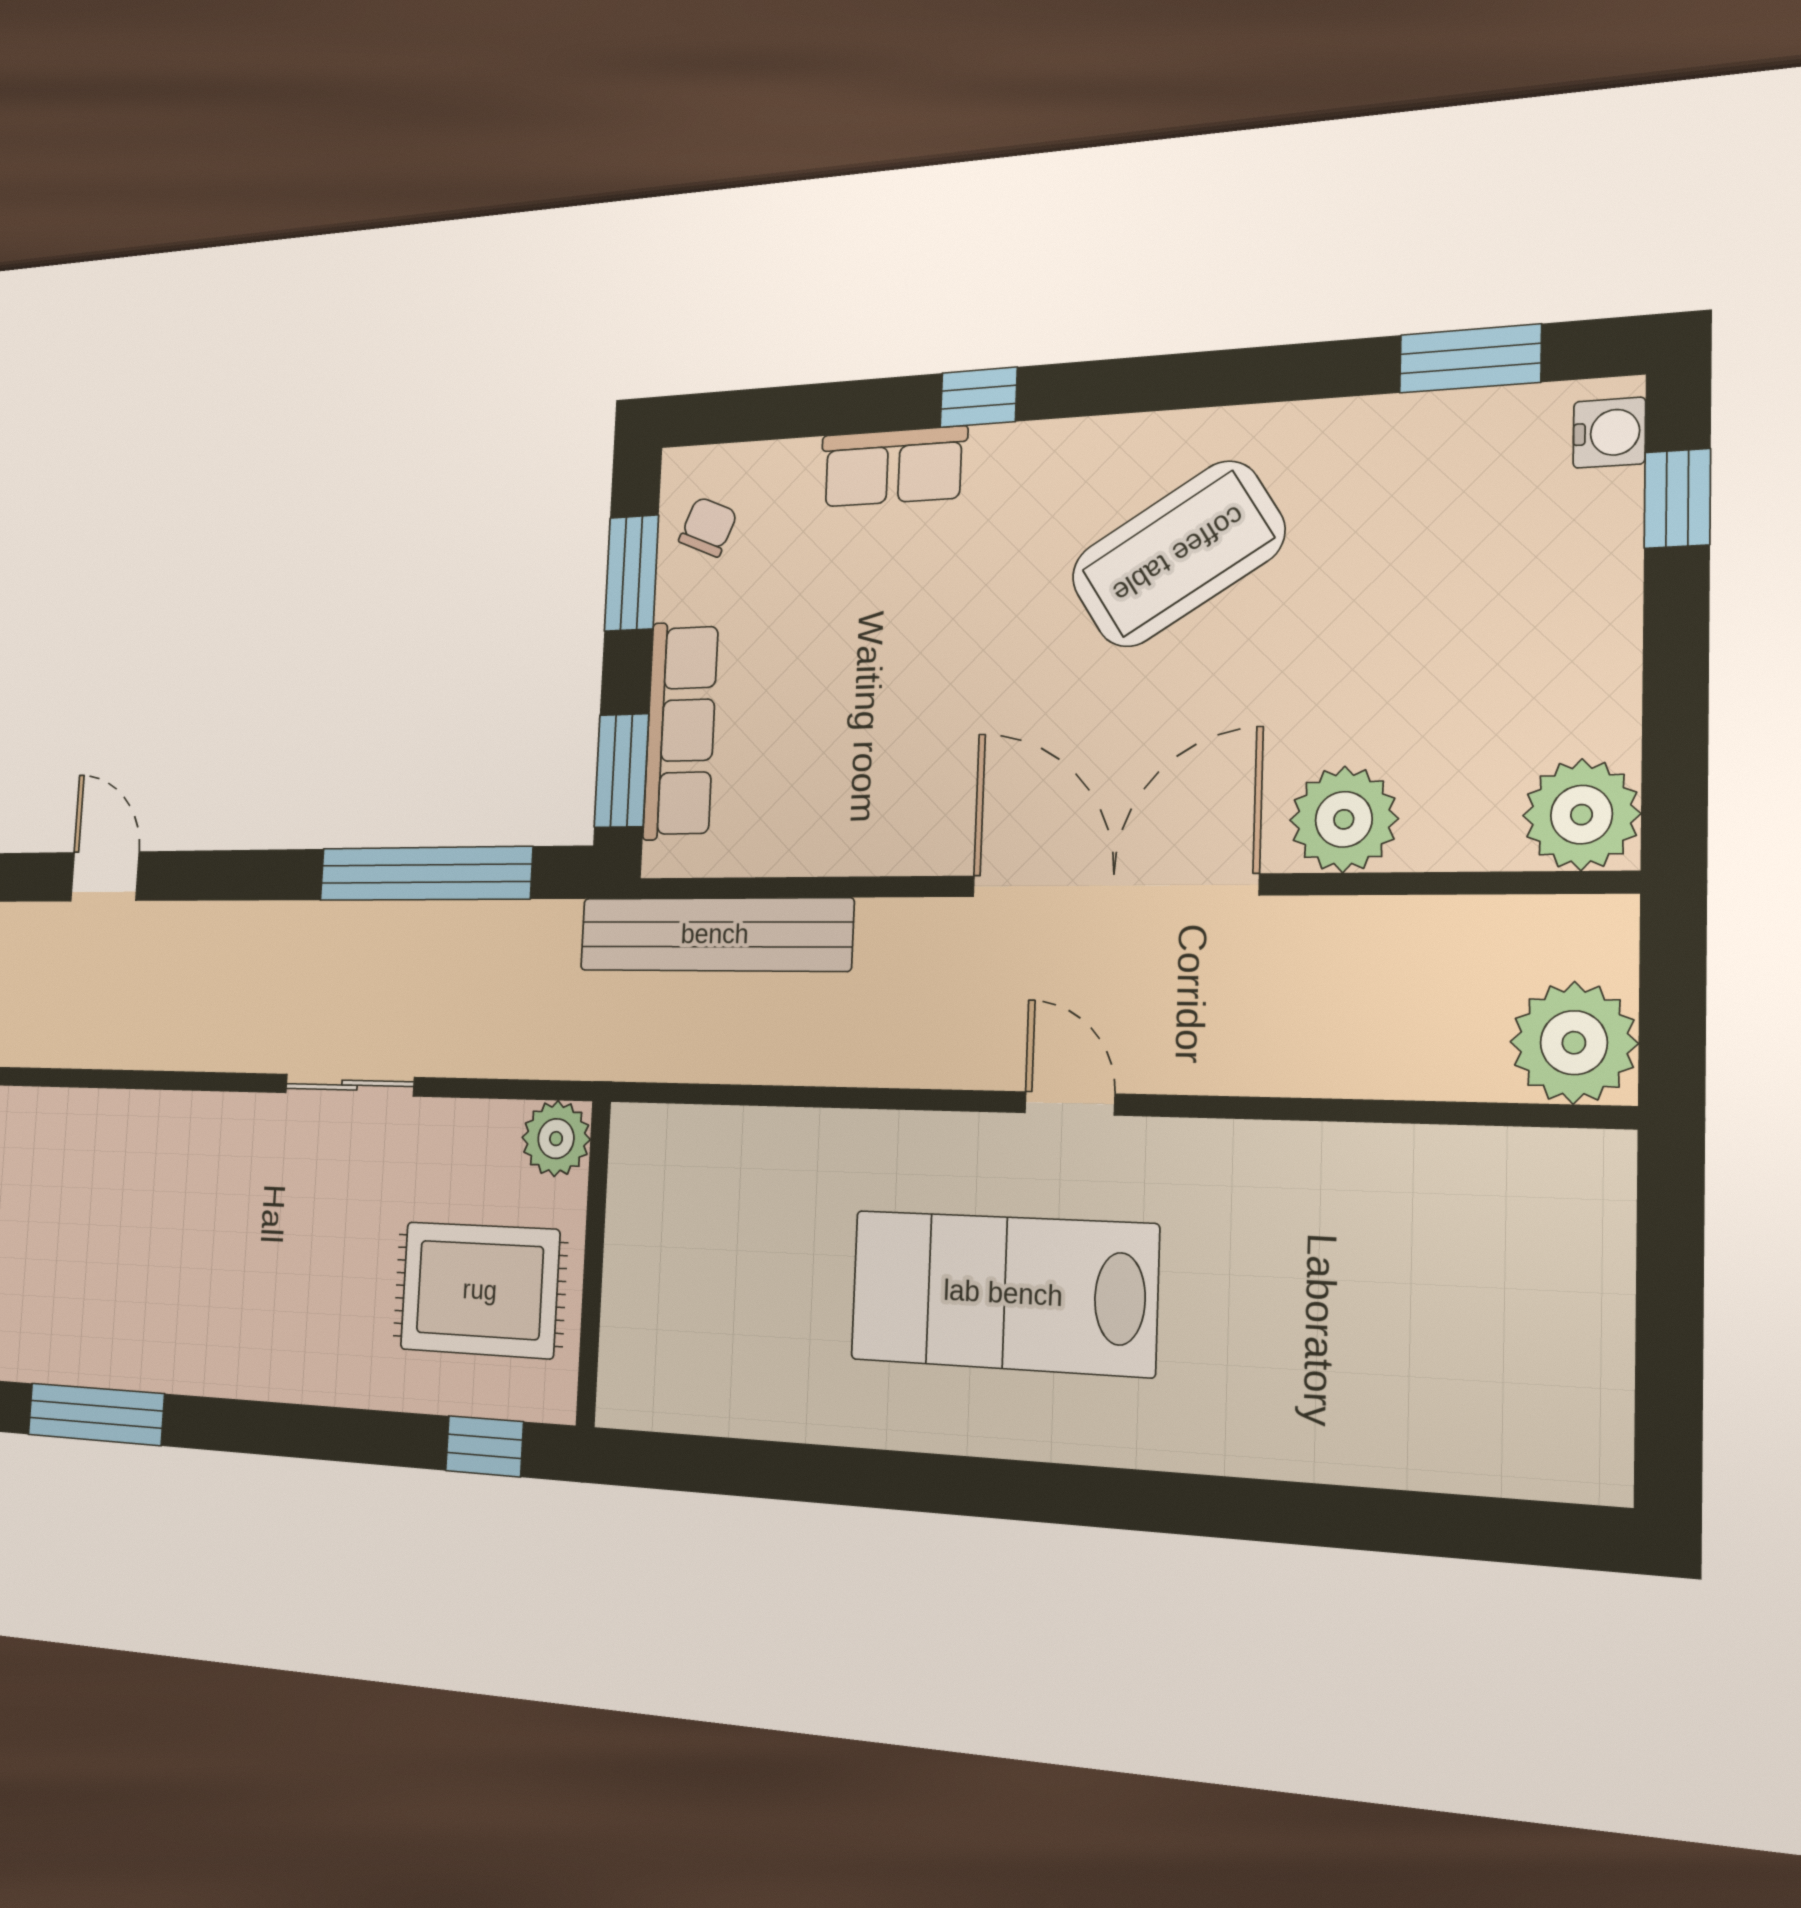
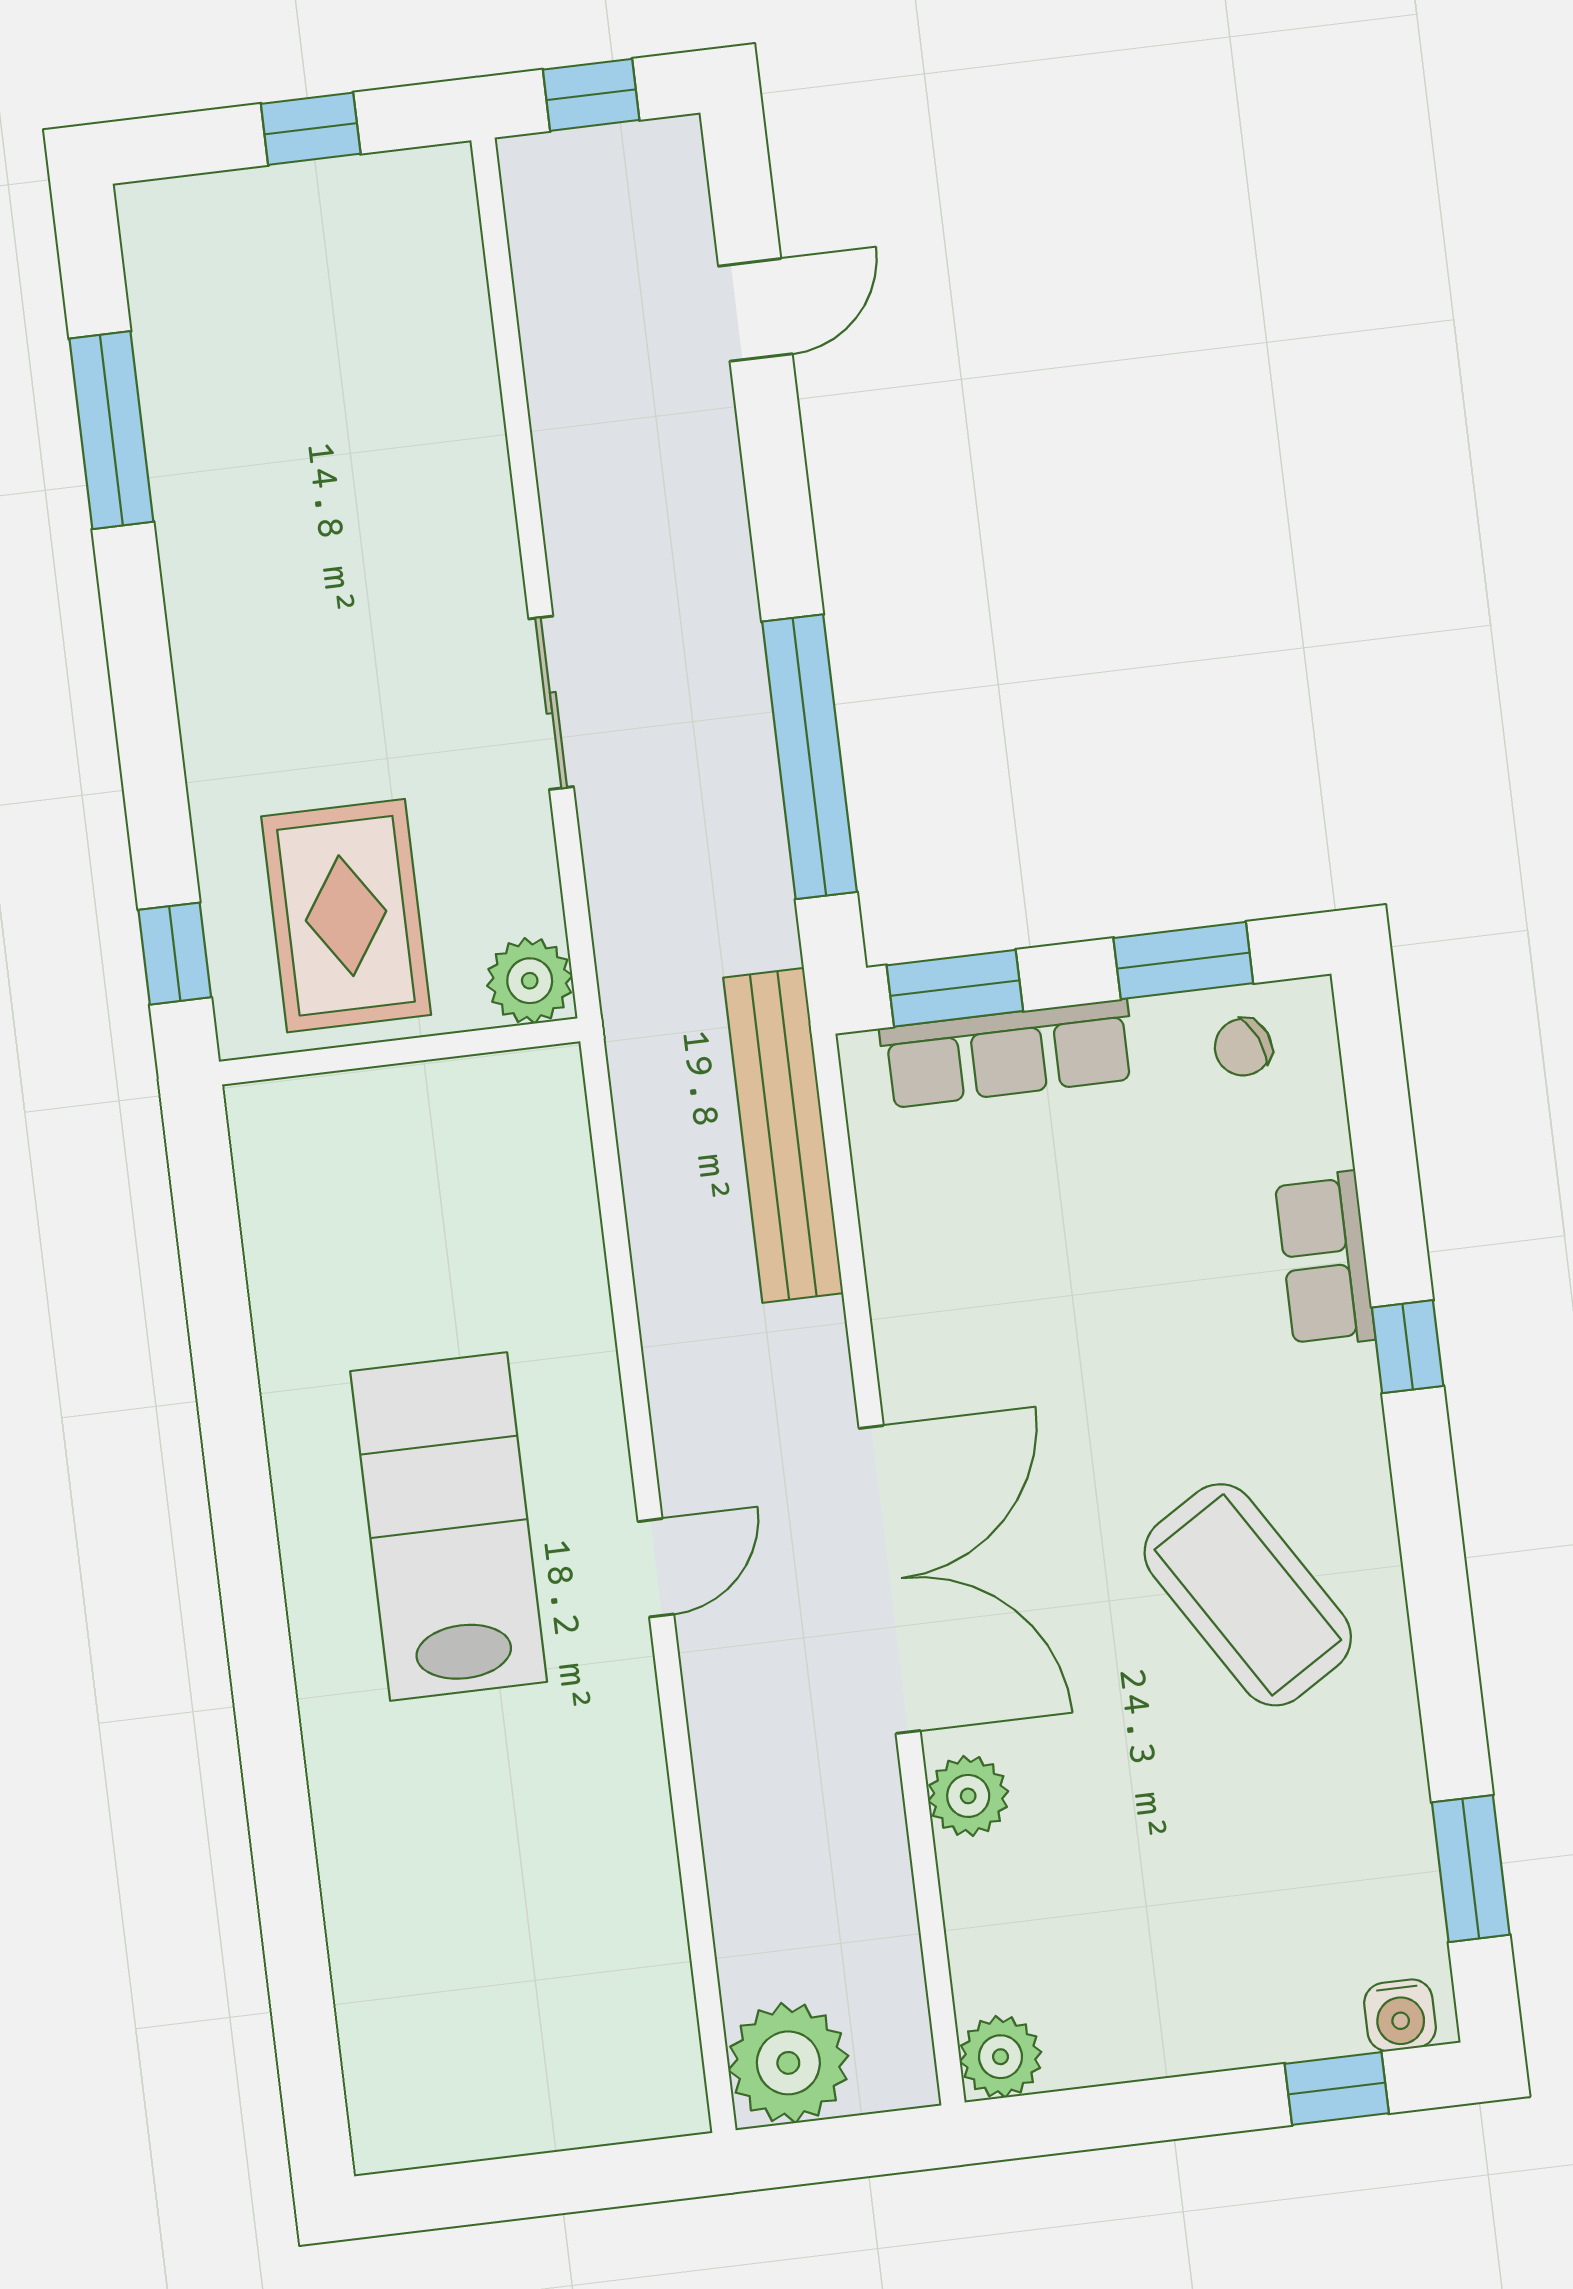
chair: (708, 527) -> (1243, 1047), turned 133
plant: (1582, 815) -> (1000, 2057), width x0.73, depth x0.73
plant: (1344, 819) -> (968, 1796), width x0.73, depth x0.73

